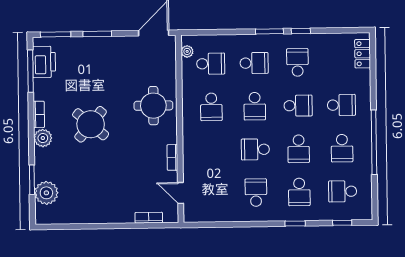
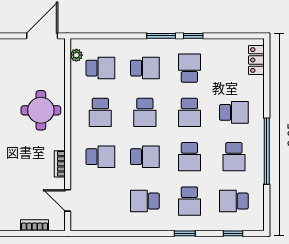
school desk: (298, 106) -> (189, 112), turned 90
school desk: (255, 149) -> (145, 157), turned 180
school desk: (212, 150) -> (100, 157), added
school desk: (256, 193) -> (145, 201), turned -90

